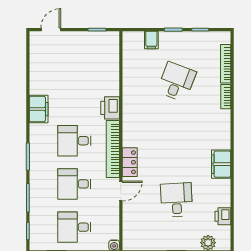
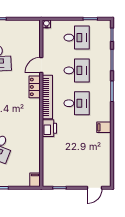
filing cabinet: (151, 40) -> (35, 180), moved
filing cabinet: (39, 109) -> (104, 127), width x0.50

